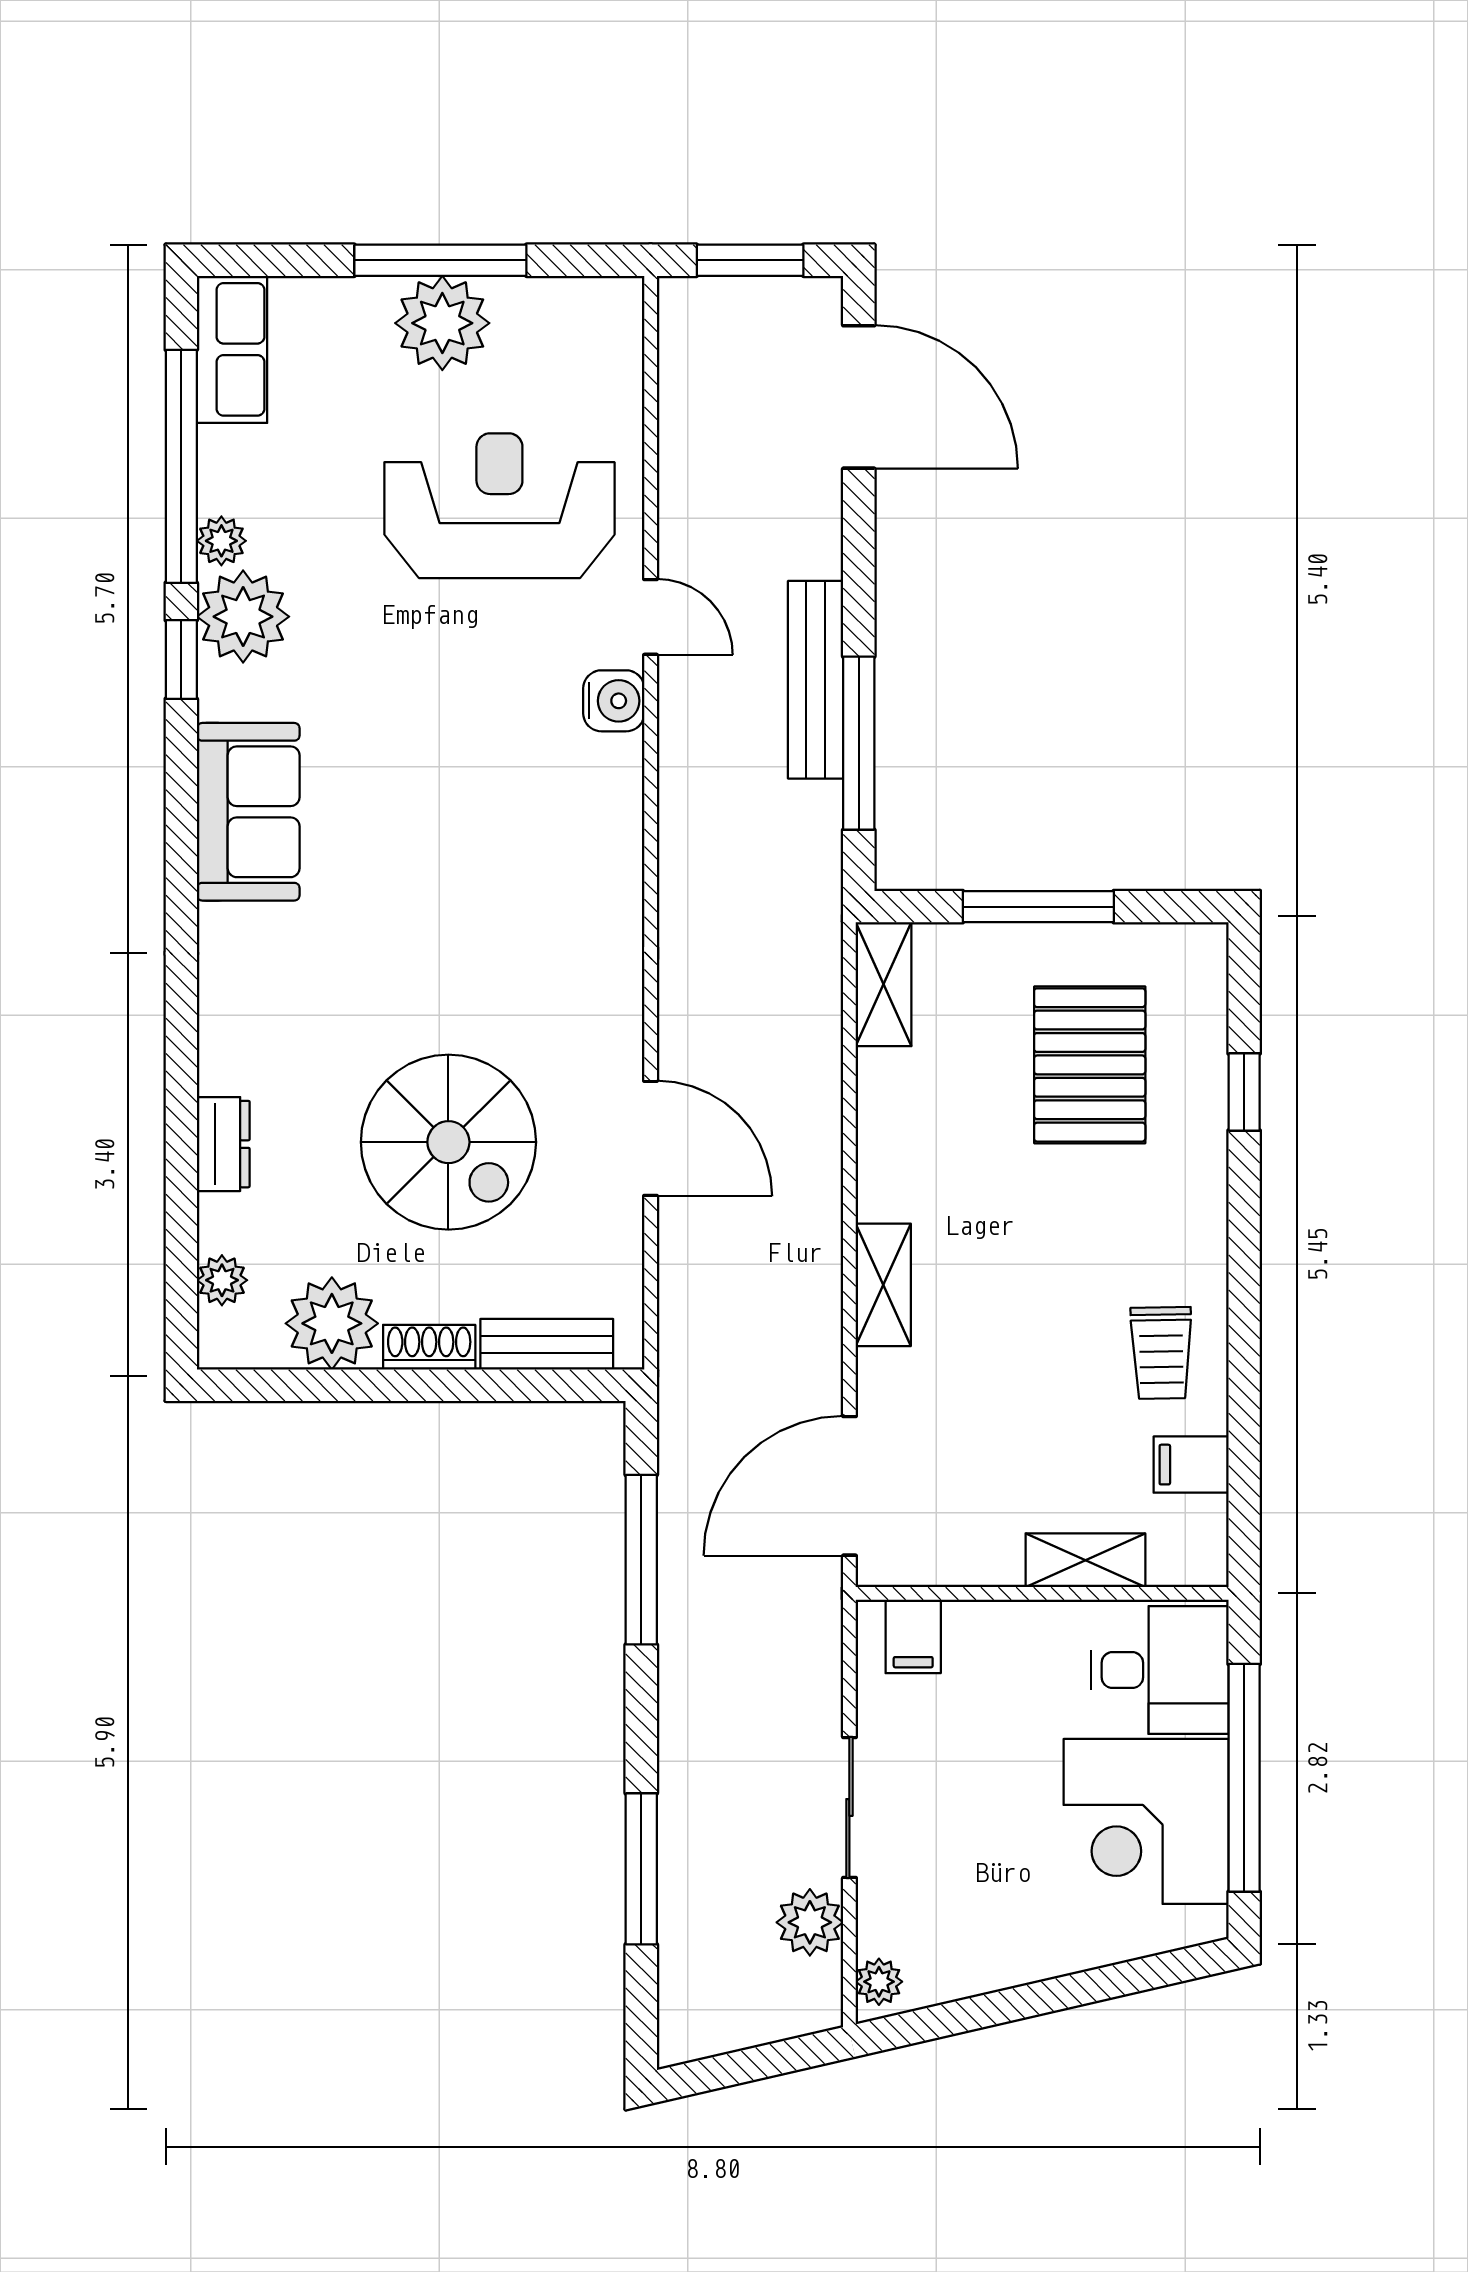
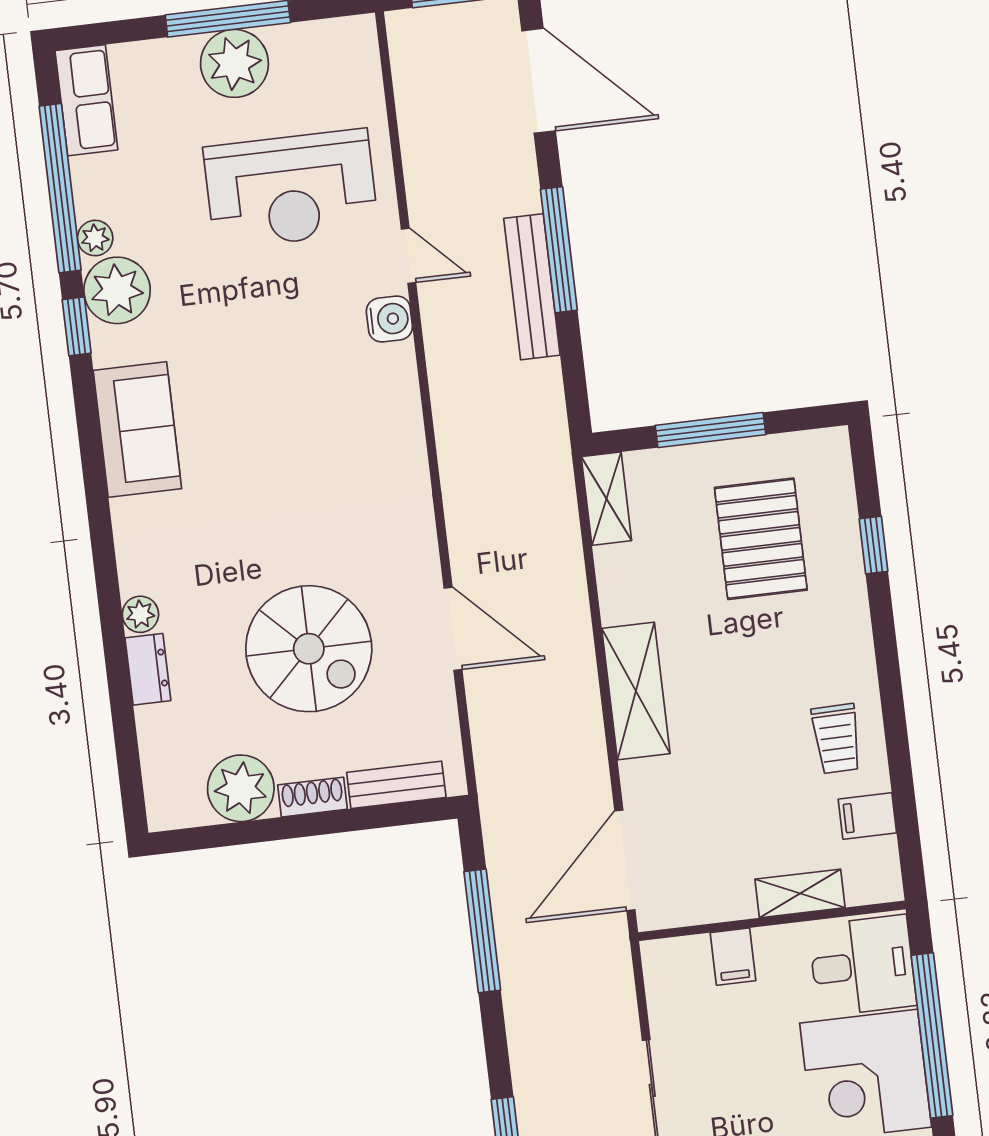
reception desk: (499, 506) -> (291, 189), turned 180
window: (859, 743) -> (559, 250), moved
plant: (222, 1280) -> (140, 614), moved
shelving: (883, 1285) -> (636, 691), width x1.50, depth x1.33
filing cabinet: (913, 1636) -> (733, 957), moved

